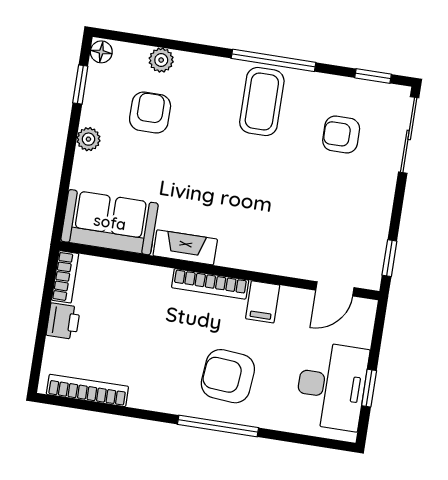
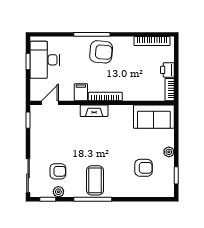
floor lamp: (101, 52) -> (169, 191), removed
plant: (161, 60) -> (58, 192), moved
armchair: (150, 113) -> (144, 168), turned -90
fireplace: (185, 247) -> (94, 111), moved
armchair: (228, 376) -> (101, 52), moved

